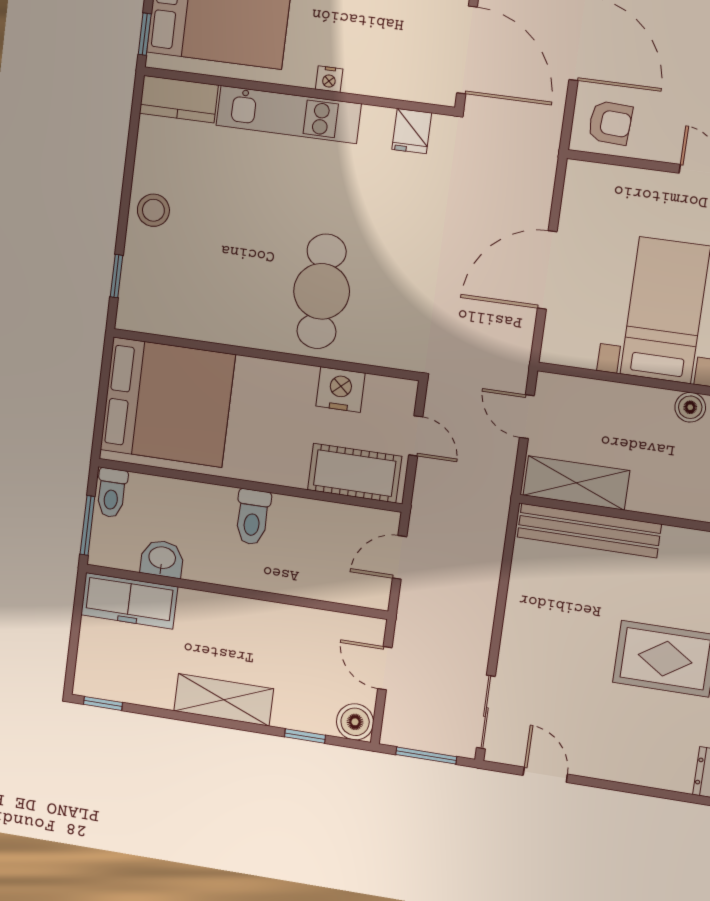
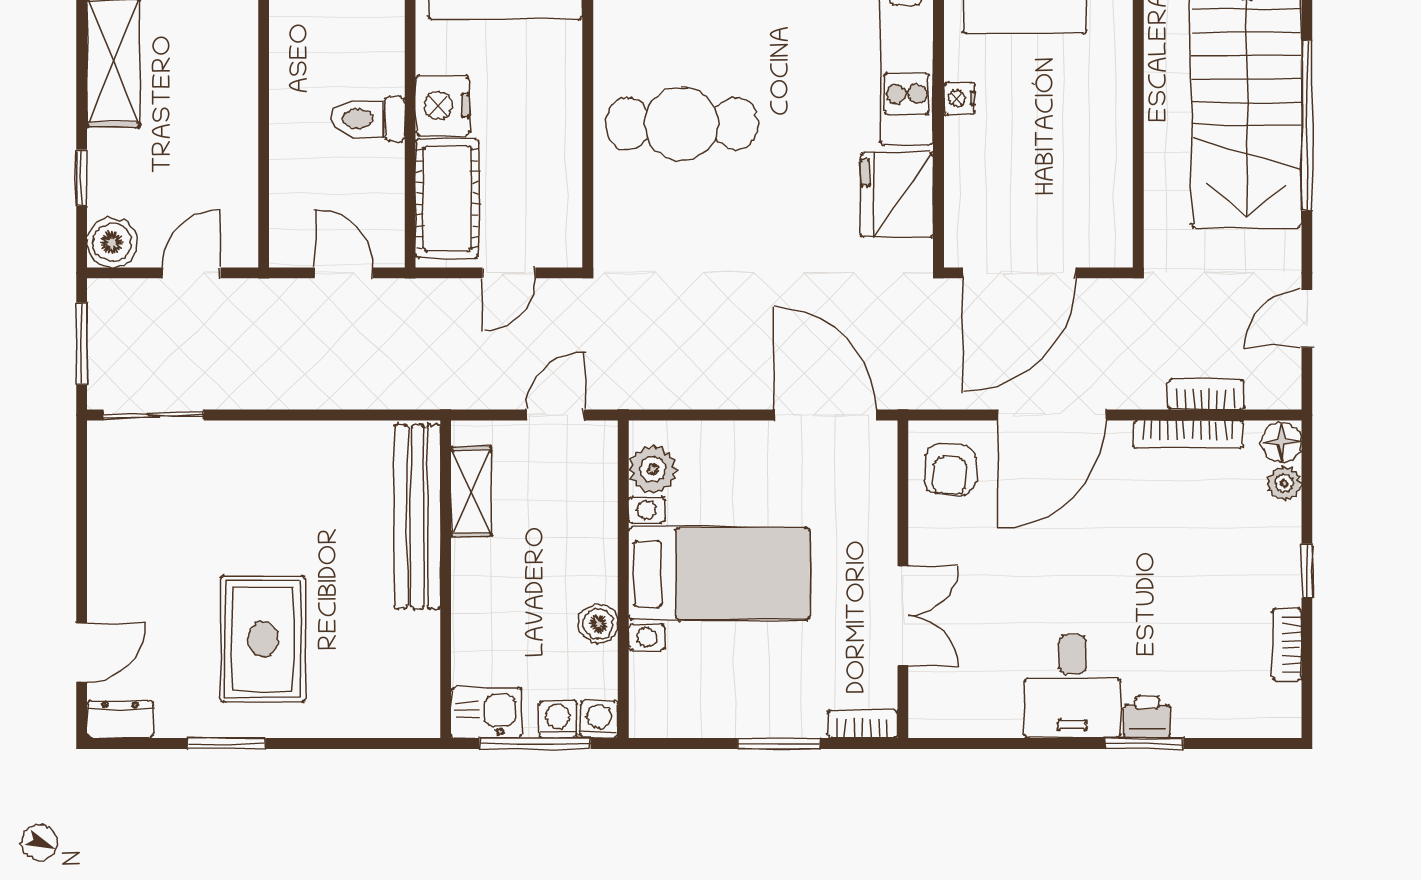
fridge: (412, 131) -> (897, 195), width x1.88, depth x1.34
door: (547, 270) -> (825, 415), moved
plant: (578, 349) -> (653, 469), added
nightstand: (340, 390) -> (442, 105), moved, turned 180
shelving: (576, 483) -> (471, 491), width x0.67, depth x0.75
toilet: (252, 517) -> (368, 119), moved
door: (545, 775) -> (82, 653), moved

